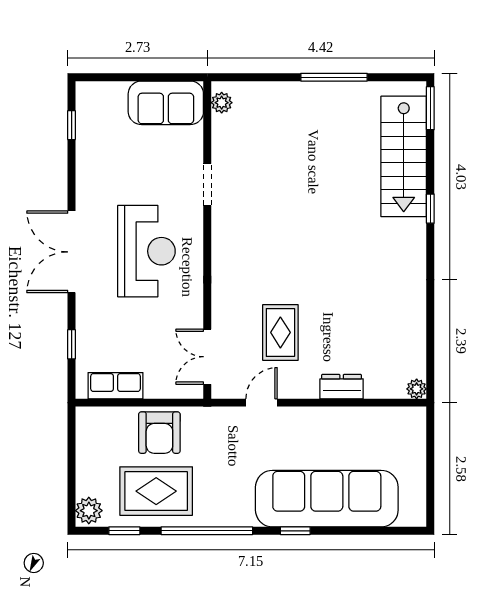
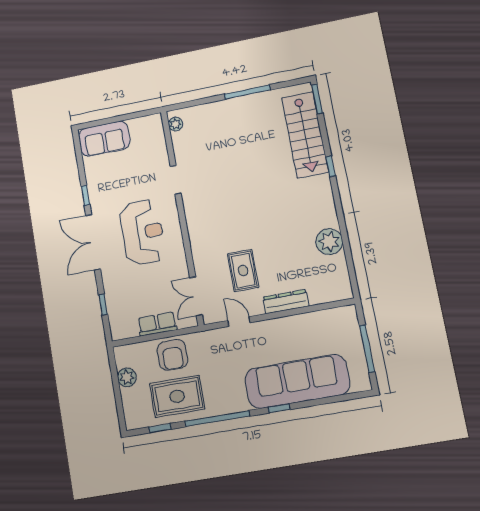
sofa: (166, 103) -> (104, 139), moved
window: (72, 125) -> (86, 195), moved
row of seats: (115, 386) -> (157, 324), moved
dresser: (342, 387) -> (286, 302), width x1.44
plant: (417, 389) -> (329, 242), moved, width x1.88, depth x1.88
door: (262, 403) -> (239, 322), hinge flipped
window: (430, 470) -> (367, 349), added
plant: (89, 511) -> (127, 377), moved

